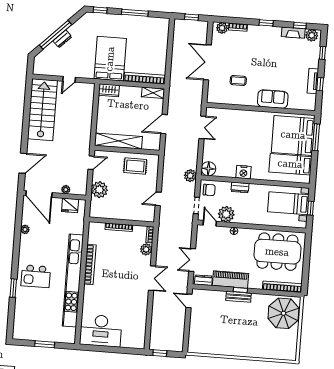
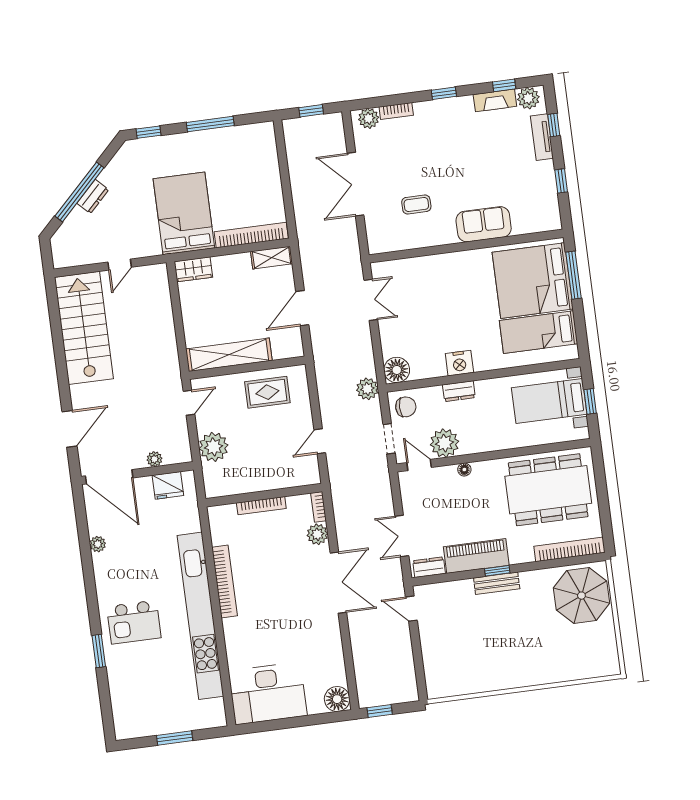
tv unit: (313, 81) -> (542, 137), moved
double door: (152, 278) -> (338, 583), width x1.37
floor lamp: (138, 342) -> (337, 699), added

